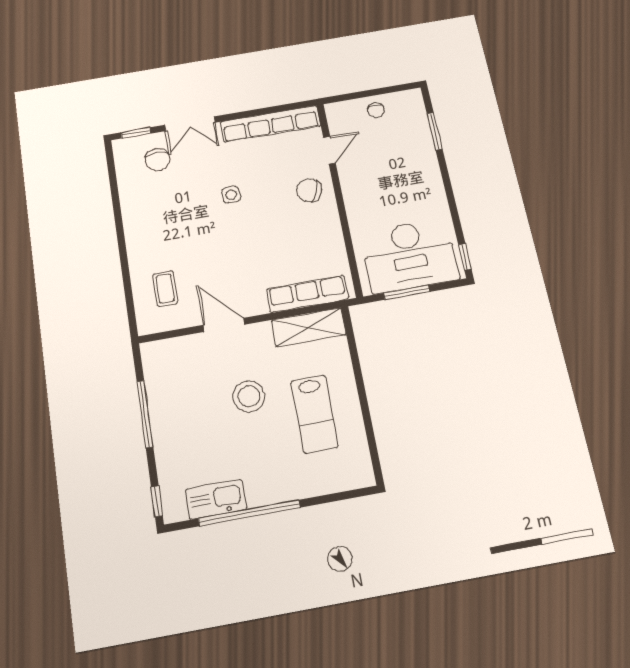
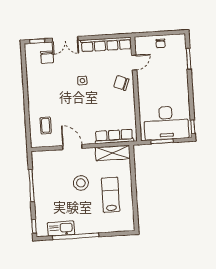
lab bench: (315, 414) -> (111, 195), turned 180

